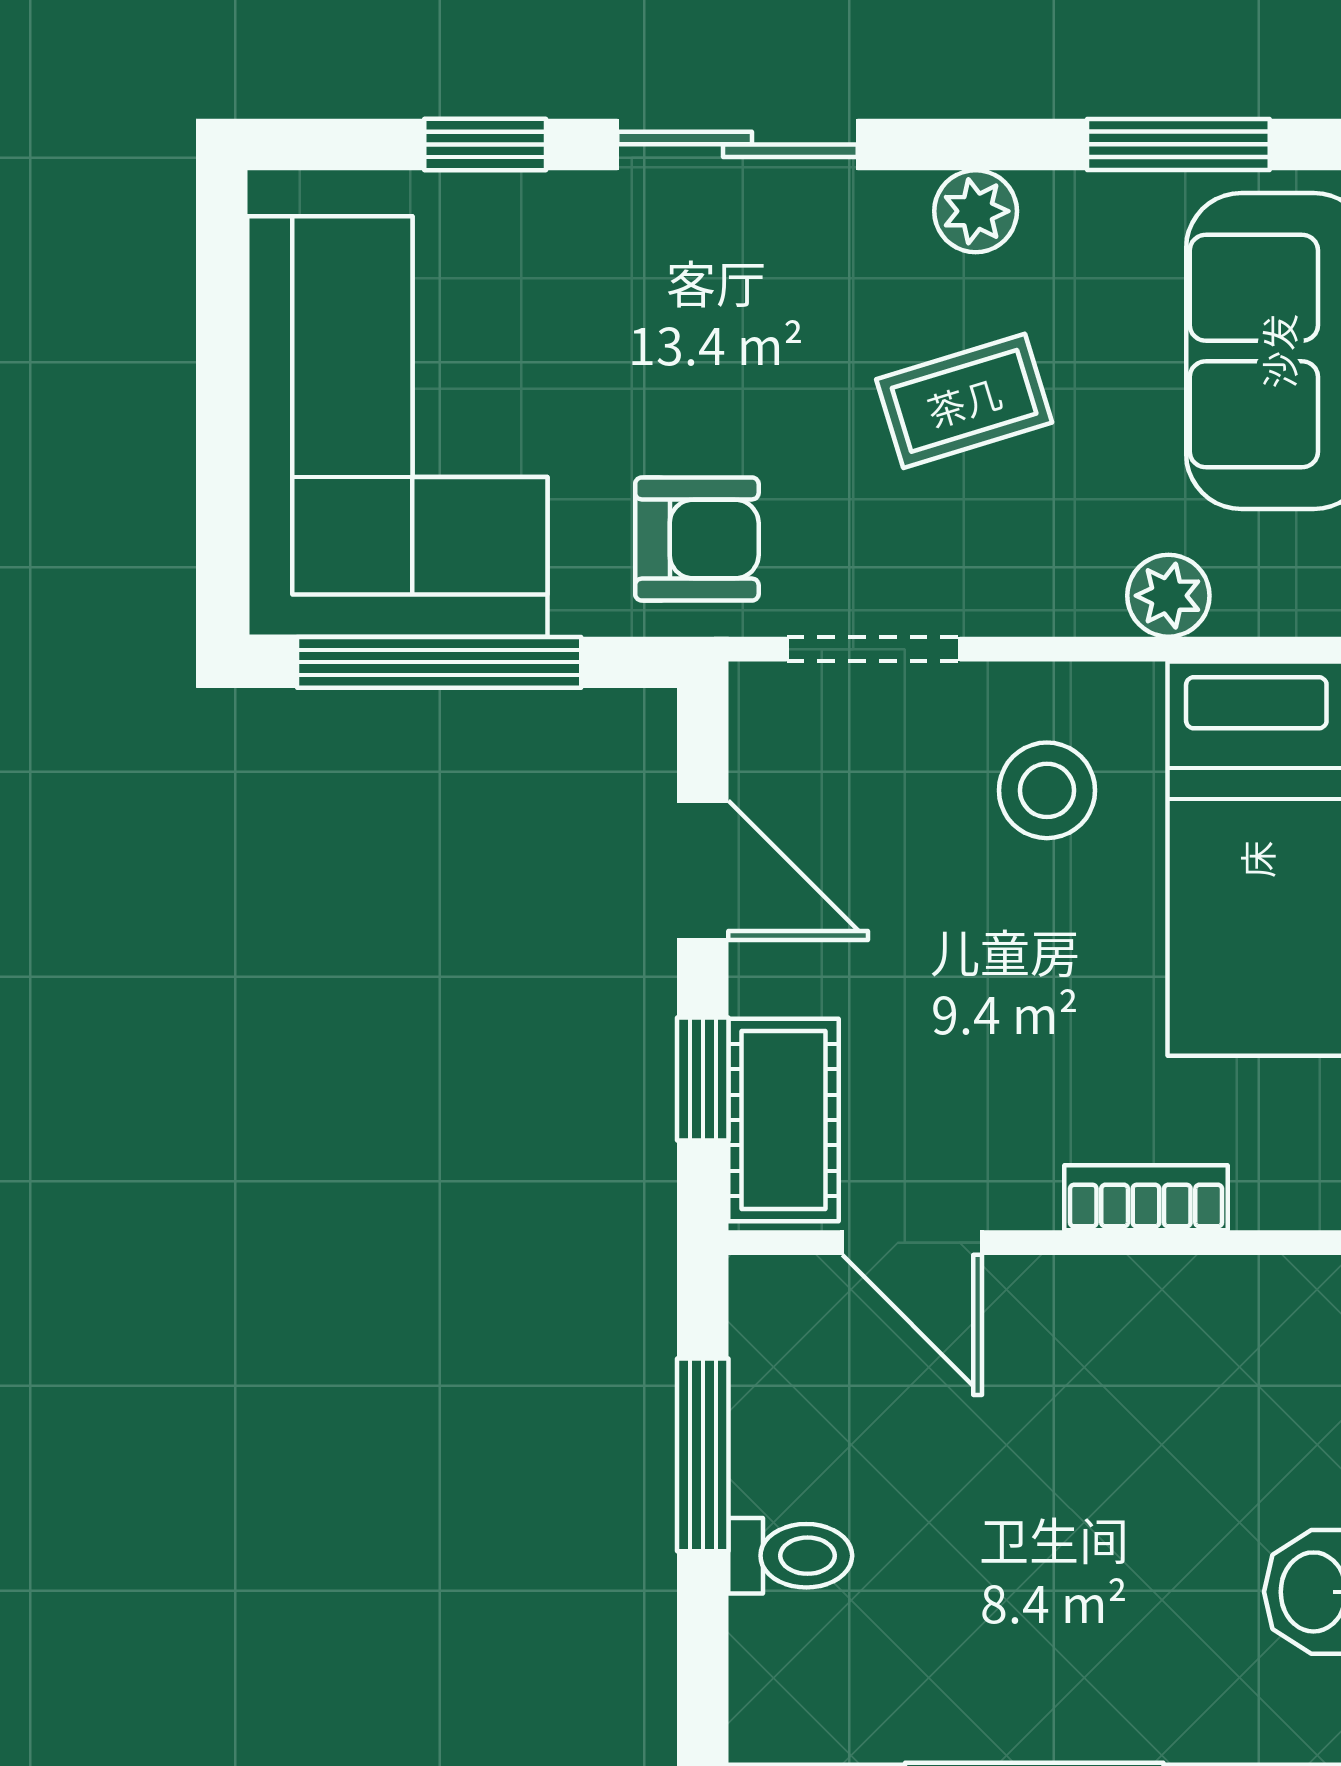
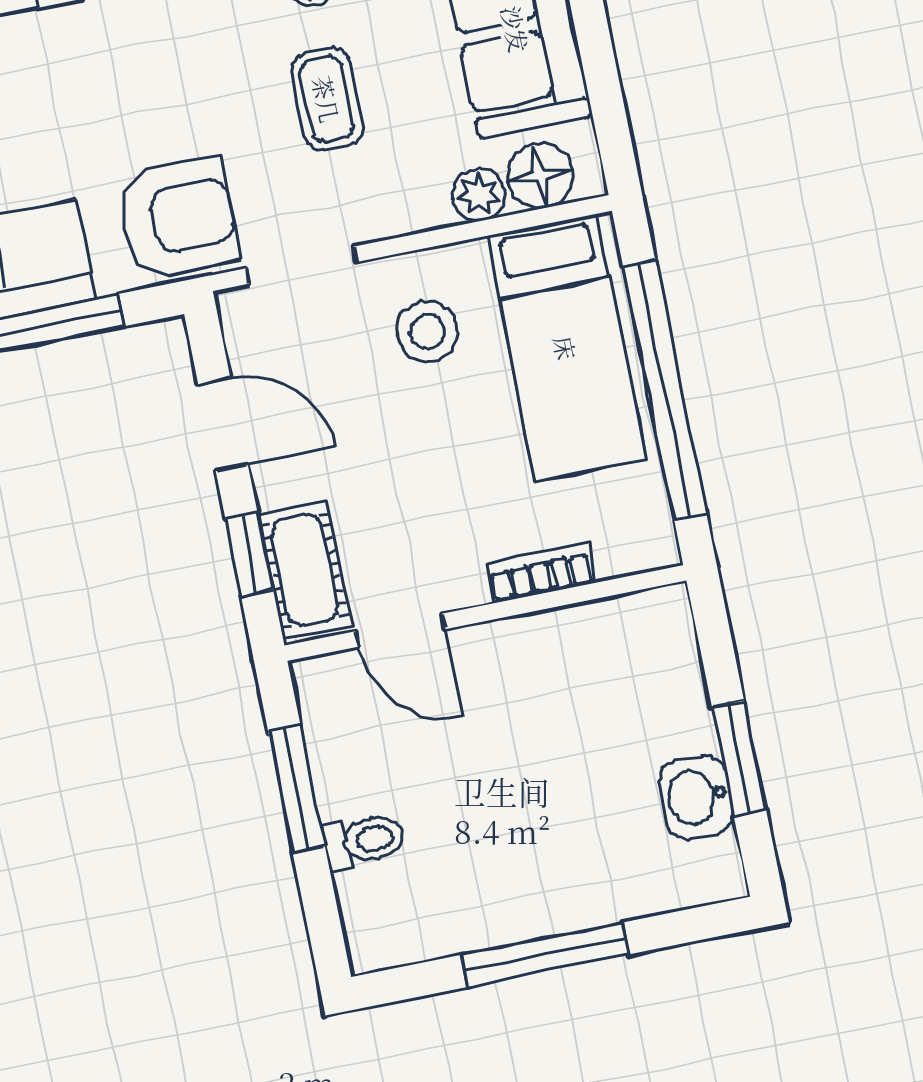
coffee table: (964, 401) -> (327, 99), turned -73
armchair: (697, 539) -> (178, 219), width x1.38, depth x1.38
floor lamp: (1269, 585) -> (540, 176), added

